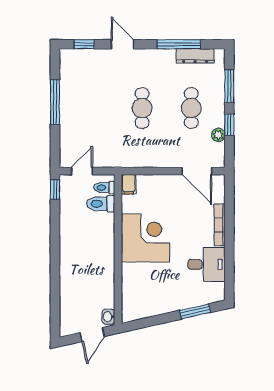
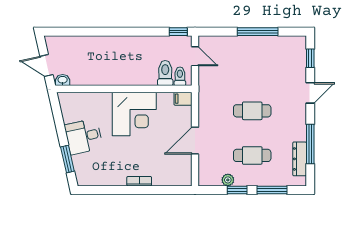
door: (197, 171) -> (195, 141), moved
bookcase: (220, 225) -> (139, 181), width x0.64
desk: (206, 264) -> (84, 136), moved, turned 77

